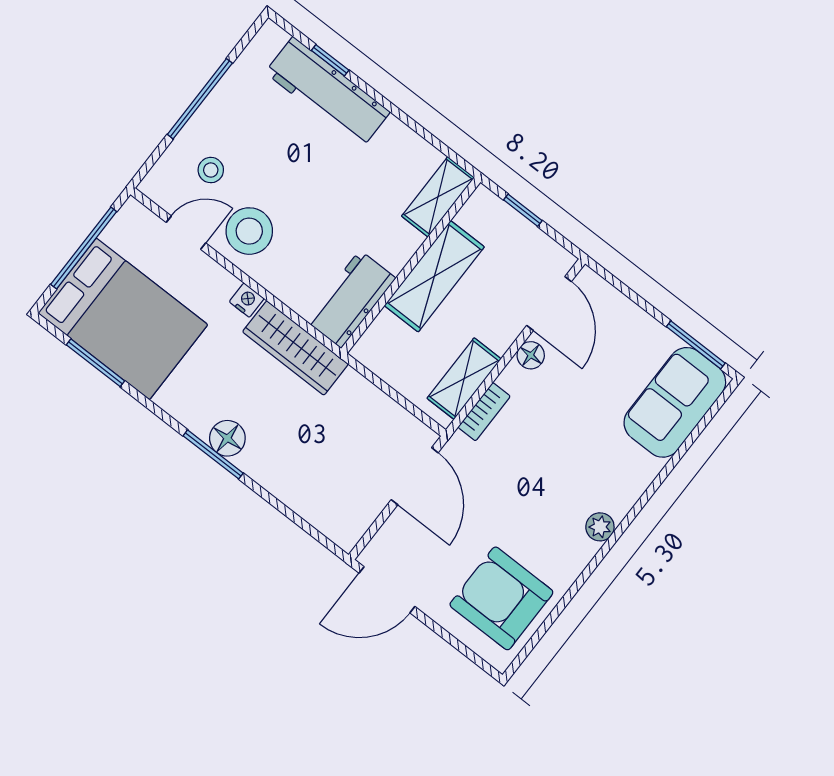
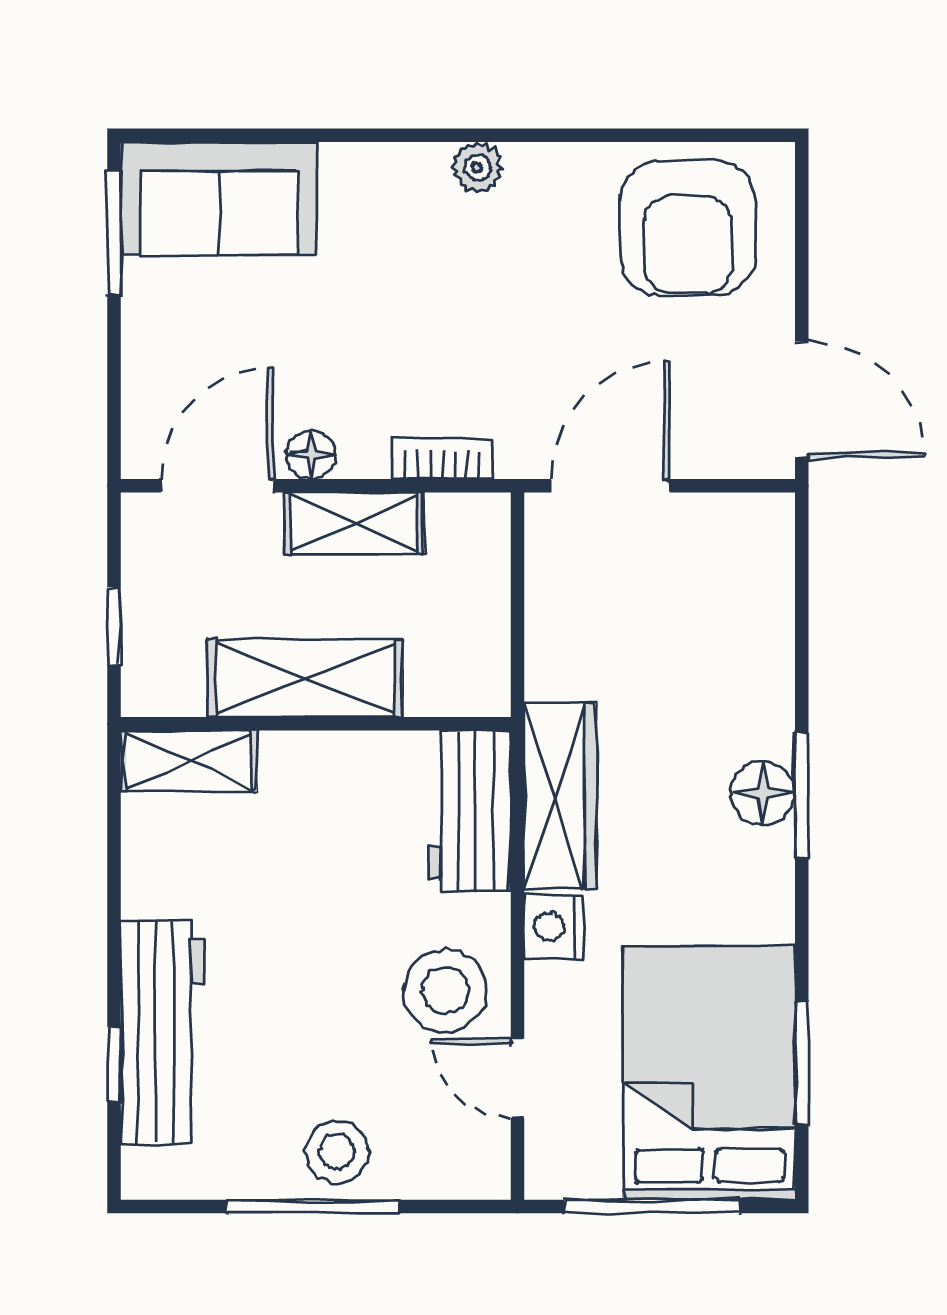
stool: (211, 170) -> (337, 1151), moved, width x1.37, depth x1.37
workbench: (350, 299) -> (469, 811), moved, turned 90
nightstand: (247, 300) -> (554, 927), width x1.39, depth x1.35
shelving: (464, 379) -> (354, 523), moved

